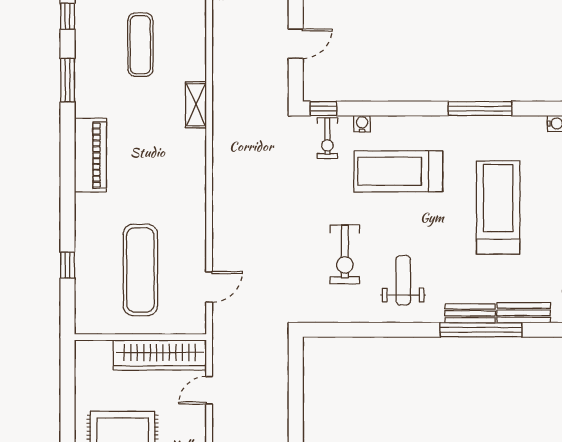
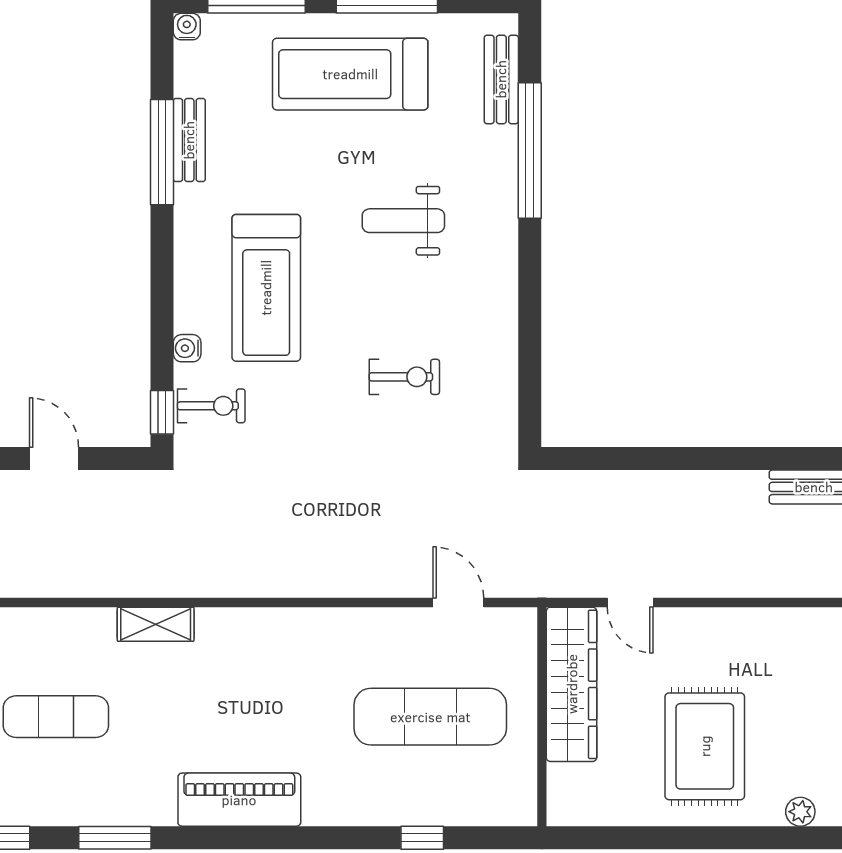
treadmill: (498, 207) -> (350, 74), moved
exercise bike: (345, 254) -> (404, 377), width x0.73, depth x0.72
weight bench: (403, 280) -> (403, 221), moved
bench: (470, 313) -> (189, 140), moved

